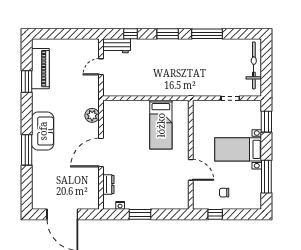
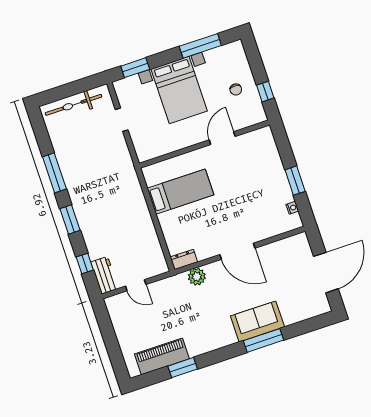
sofa: (43, 131) -> (257, 321), moved
bed with nightstands: (238, 149) -> (179, 90), width x1.36
dresser: (108, 184) -> (184, 259), moved

